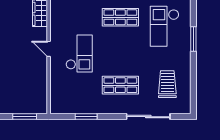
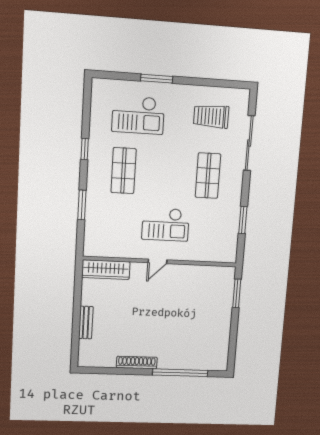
checkout: (79, 54) -> (166, 224), turned 180

